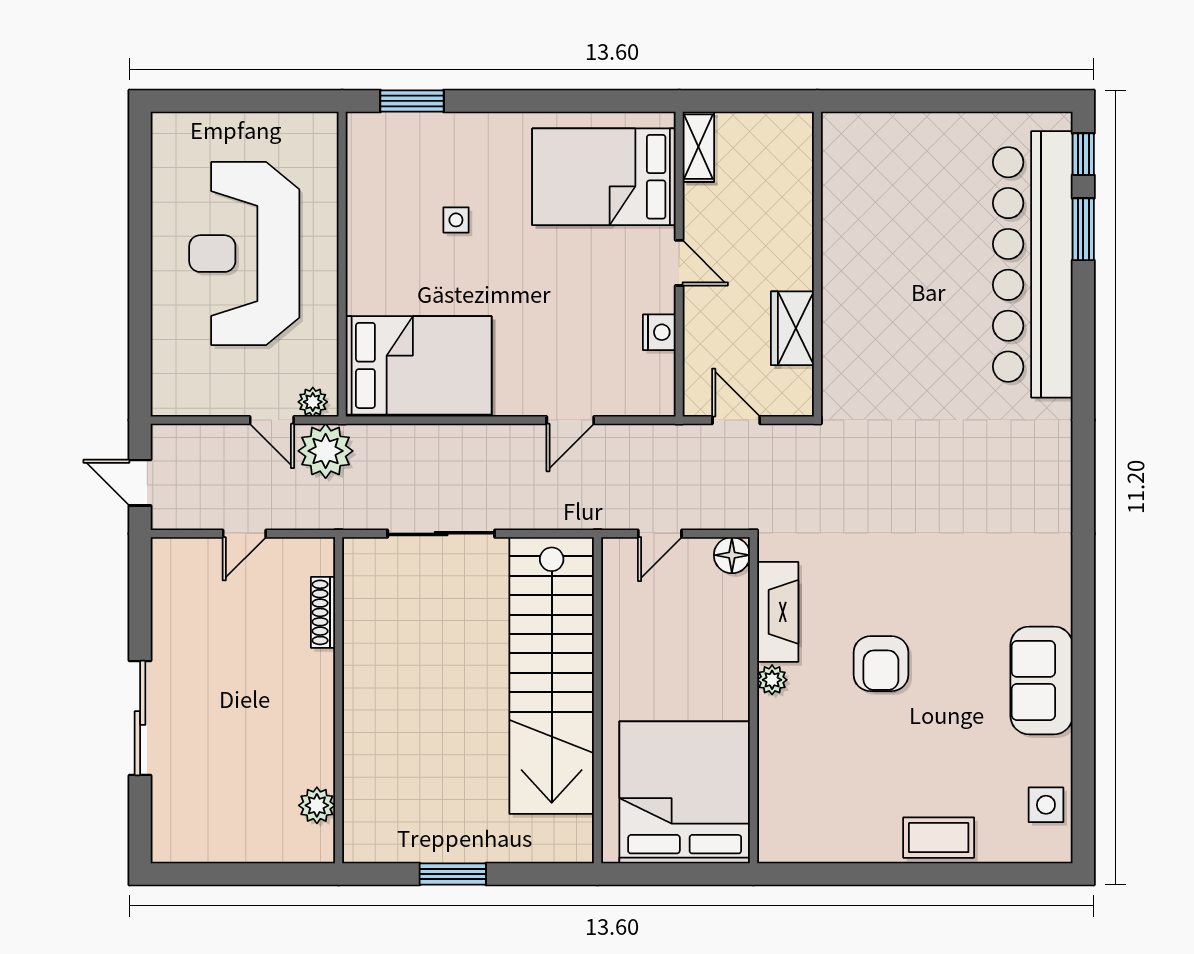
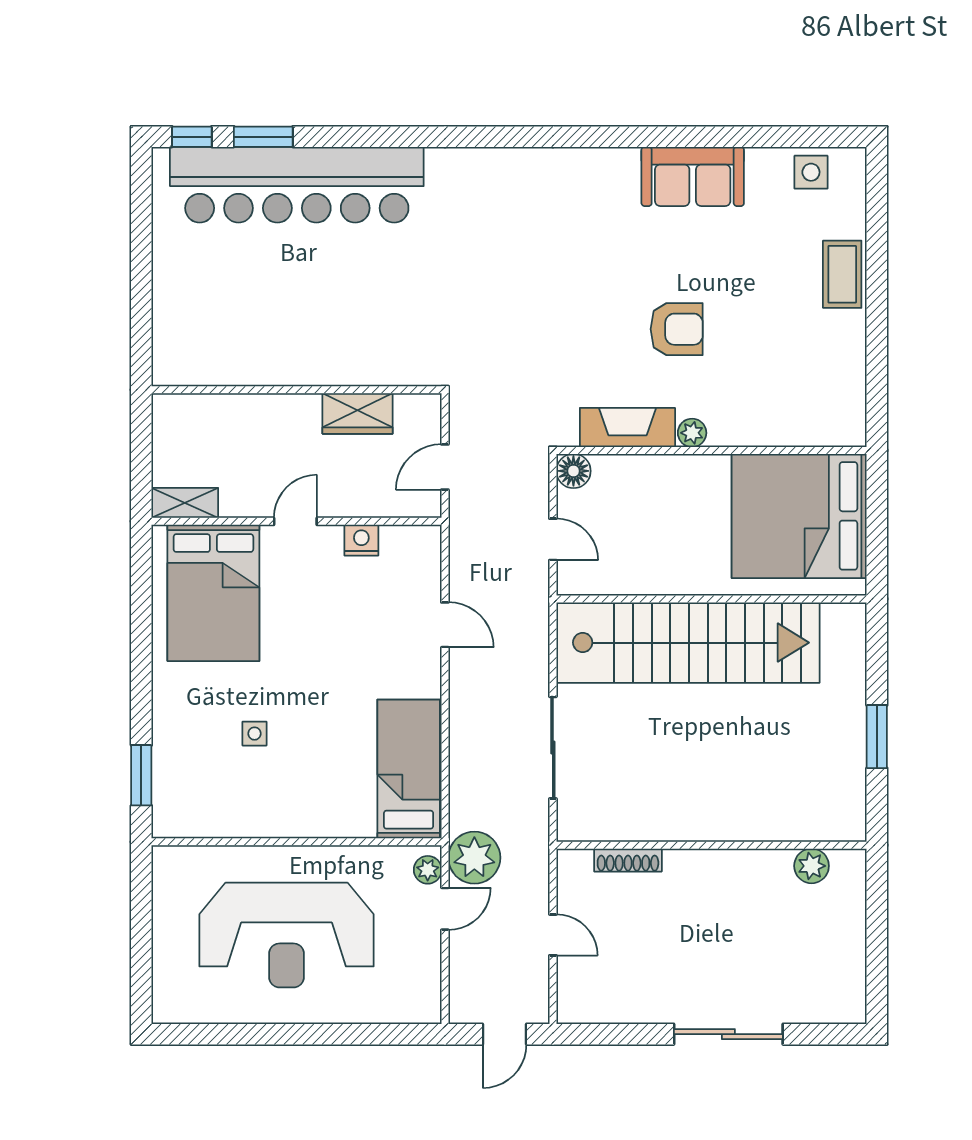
bed: (419, 365) -> (409, 769), width x0.67

